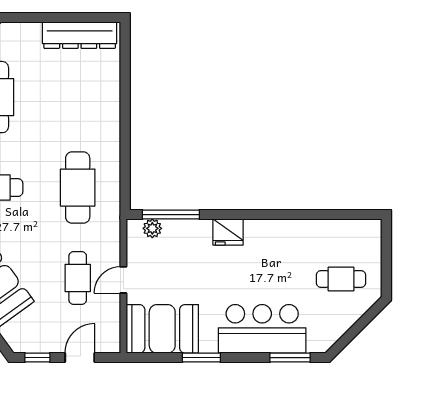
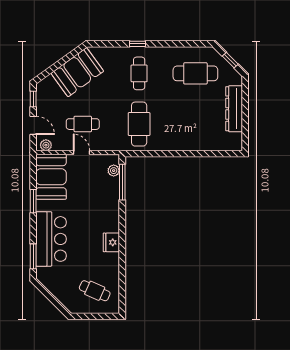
dresser: (80, 35) -> (234, 109), moved
cafe table: (78, 188) -> (139, 124), turned 90
fridge: (228, 232) -> (111, 242), moved
cafe table: (341, 279) -> (95, 291), moved, turned -66
plant: (112, 337) -> (46, 145), added

